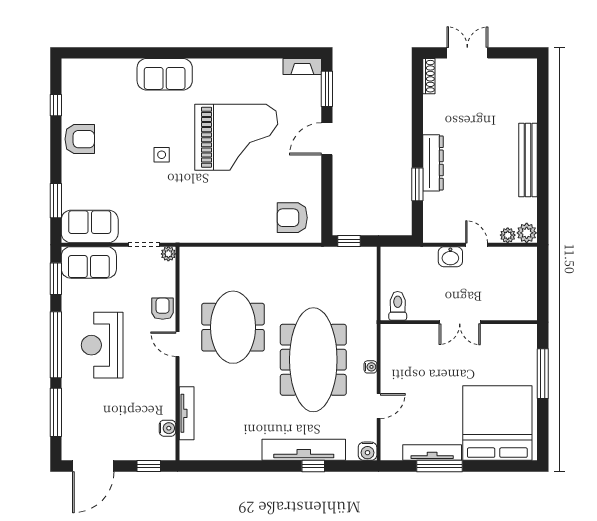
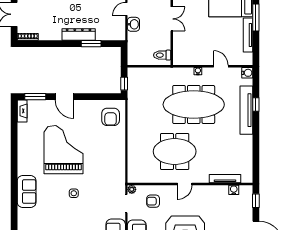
armchair: (163, 309) -> (153, 201), moved
window: (439, 466) -> (256, 18), moved

